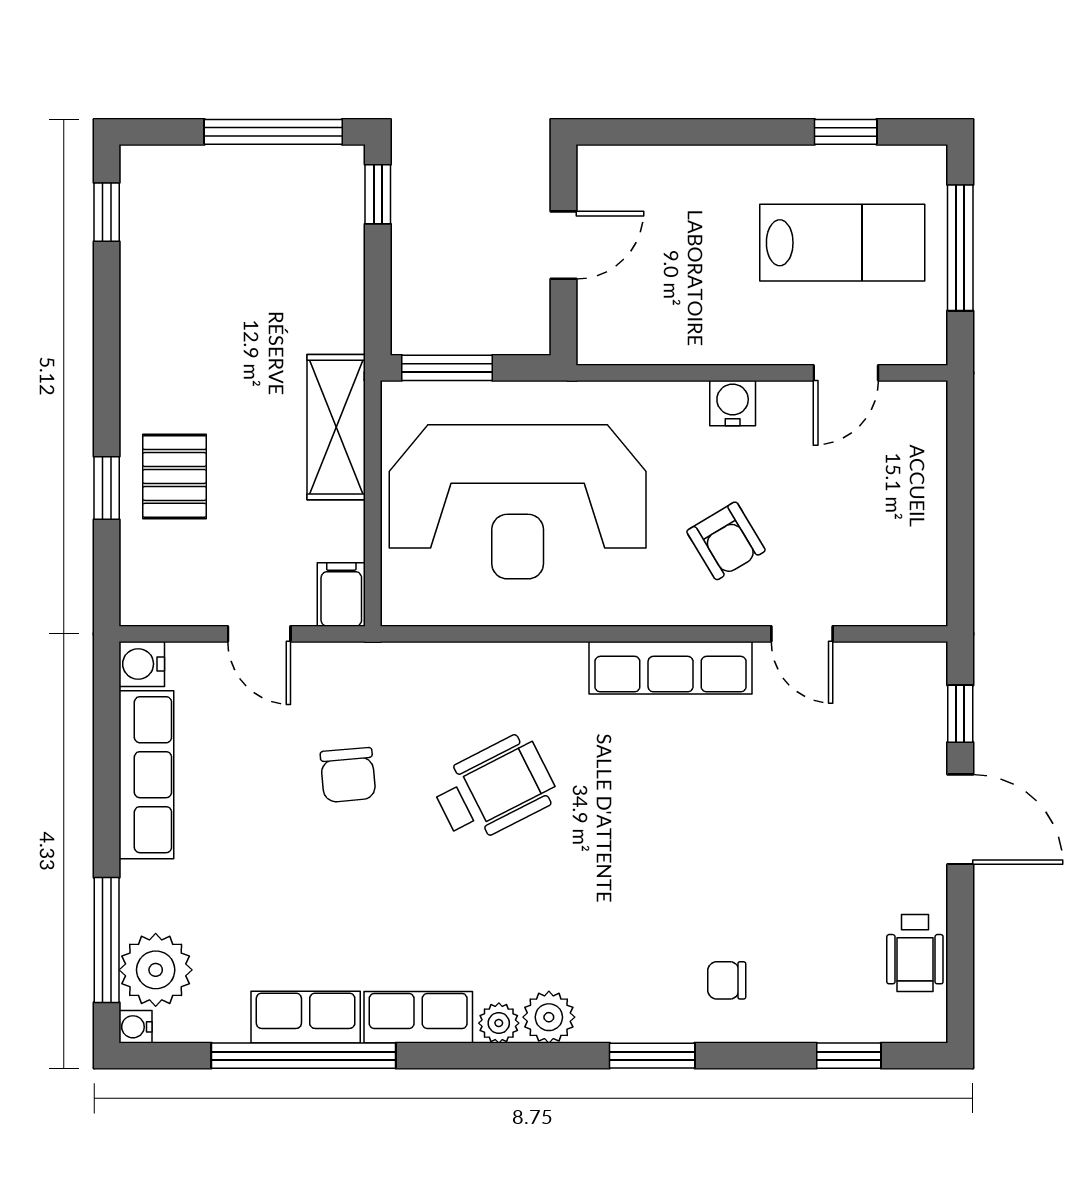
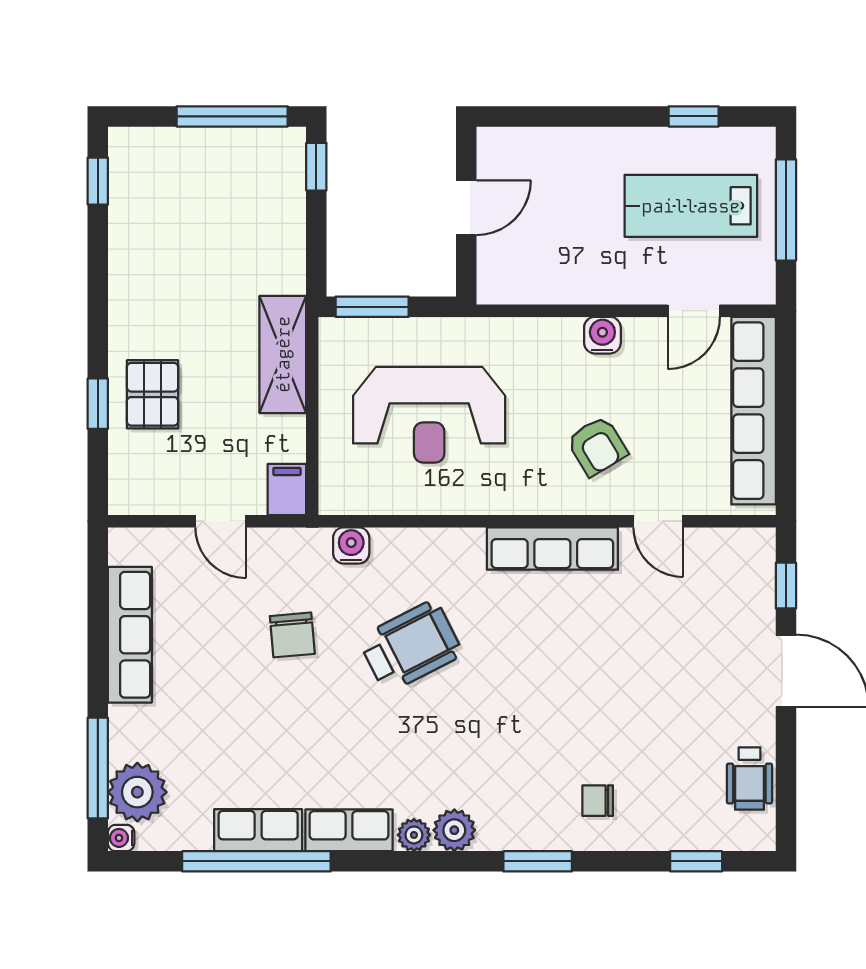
lab bench: (842, 243) -> (691, 206), turned 180
row of seats: (920, 497) -> (754, 411), added
reception desk: (518, 502) -> (429, 415), width x0.74, depth x0.77
water cooler: (142, 664) -> (351, 545), moved, turned 90

